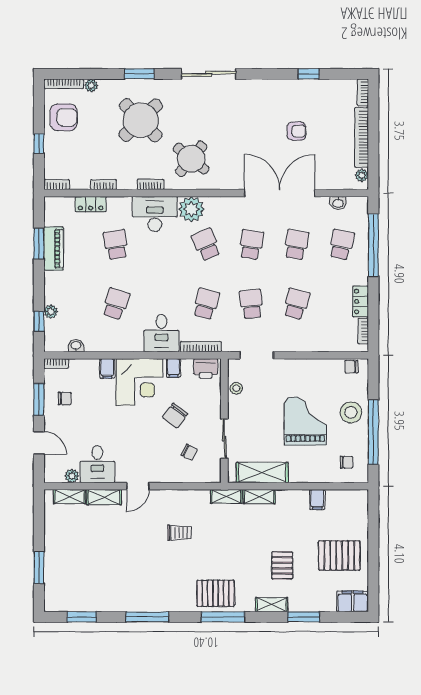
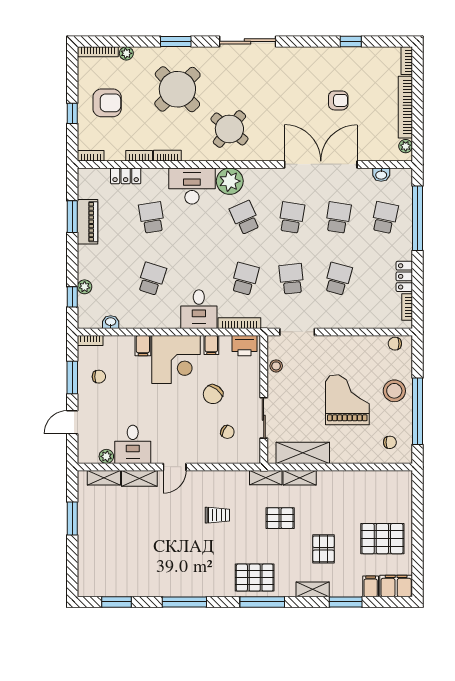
armchair: (64, 117) -> (107, 103), moved
bookcase: (150, 184) -> (167, 156), moved
door: (39, 443) -> (72, 422), swing flipped
filing cabinet: (317, 500) -> (371, 586), moved, turned 180
pallet: (240, 536) -> (280, 518), added
window: (39, 567) -> (72, 518), moved

